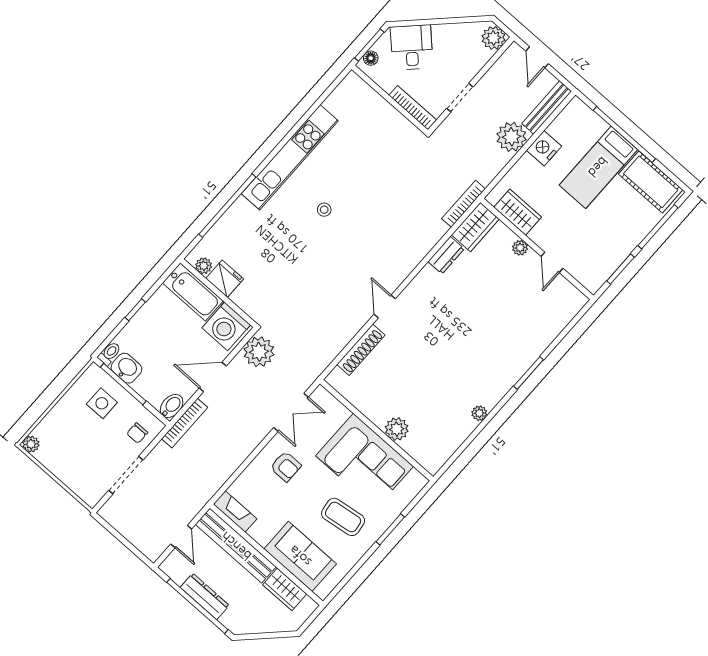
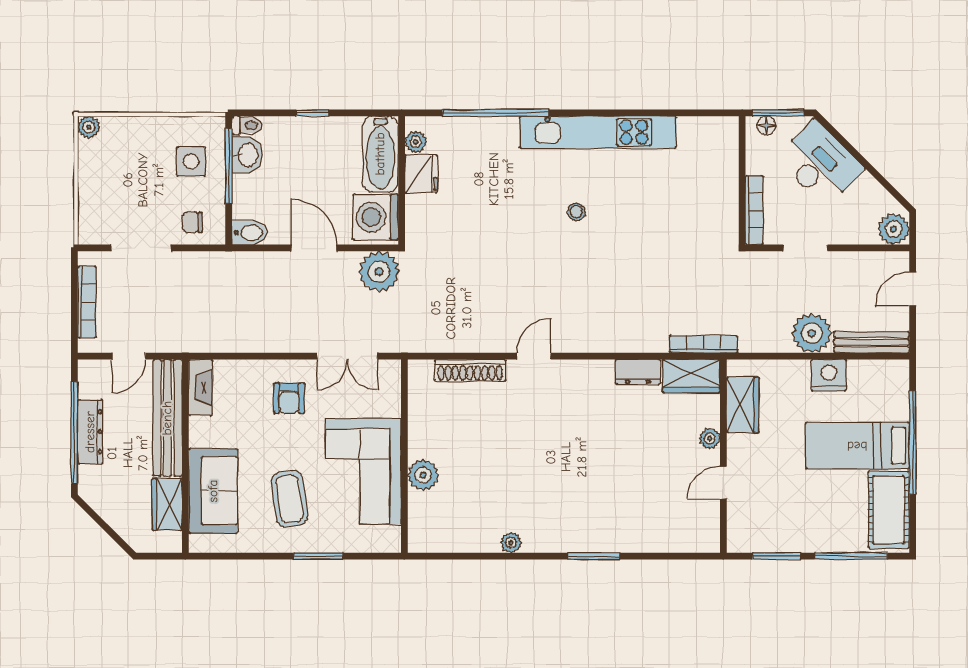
desk: (412, 47) -> (820, 163), width x1.37
bookcase: (185, 423) -> (87, 302), moved, turned -90

